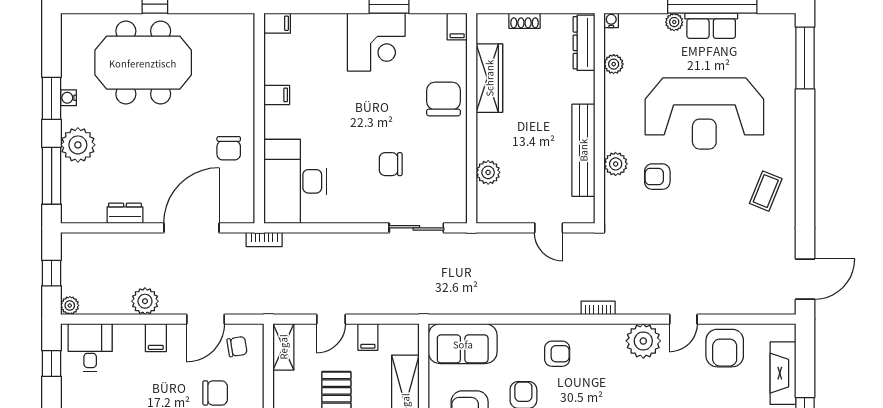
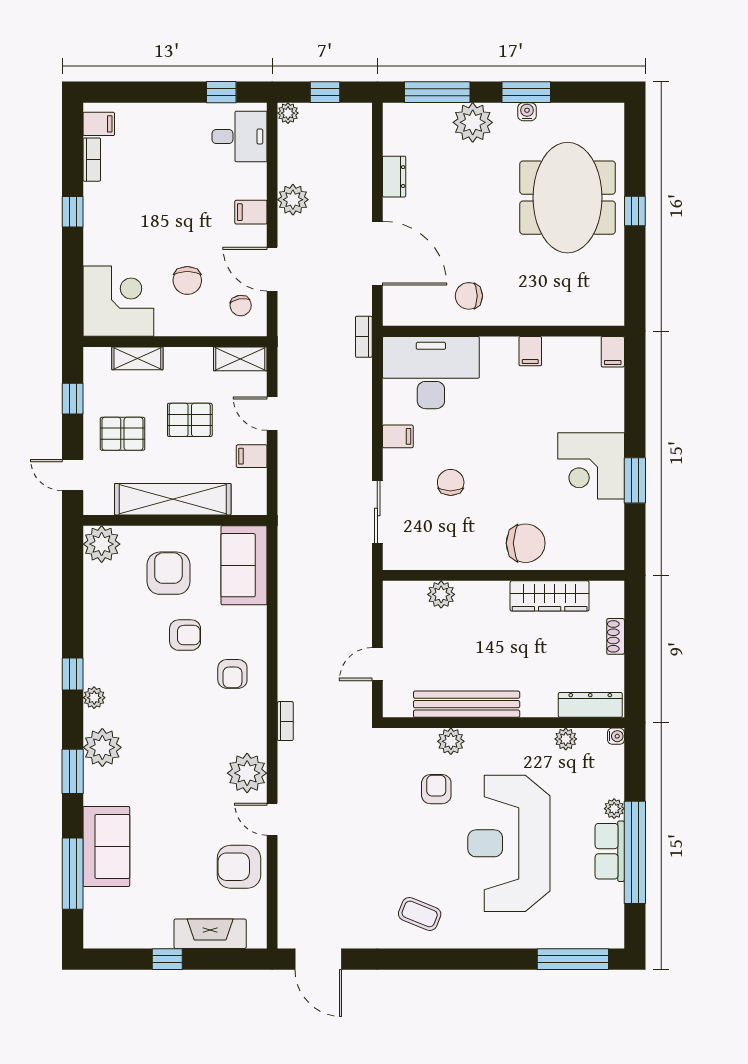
filing cabinet: (457, 27) -> (398, 436), moved, turned 180

